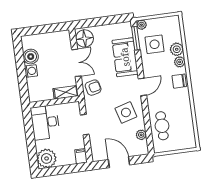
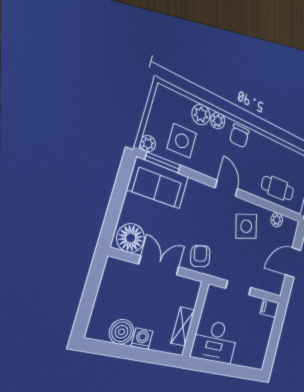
sofa: (125, 57) -> (158, 183), moved
shelving: (66, 92) -> (183, 326), moved
plant: (47, 158) -> (255, 355), removed

